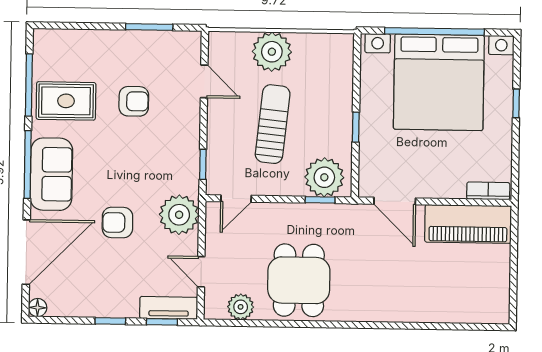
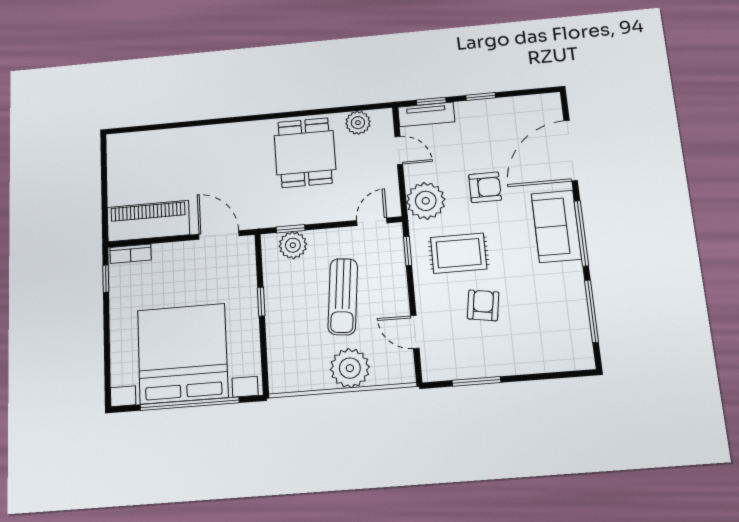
rug: (66, 101) -> (459, 253), moved
armchair: (134, 101) -> (483, 305), turned 99
window: (516, 103) -> (106, 278), moved
plant: (324, 177) -> (293, 245), width x0.73, depth x0.73
floor lamp: (38, 308) -> (552, 101), removed

